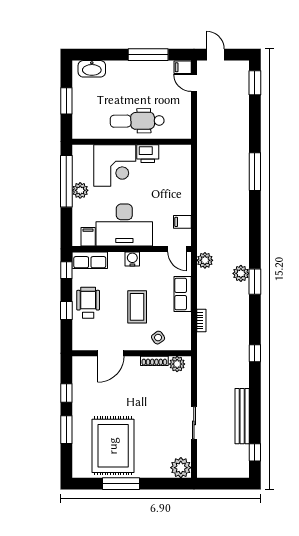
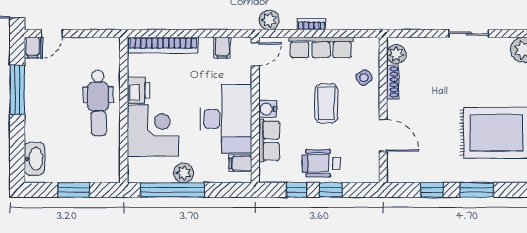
bookcase: (185, 174) -> (163, 45), added
row of seats: (90, 260) -> (269, 141), moved
window: (66, 270) -> (297, 190), moved
row of seats: (183, 294) -> (321, 47), width x1.48
coffee table: (137, 307) -> (326, 103), turned 90
bookcase: (201, 321) -> (311, 24), moved

